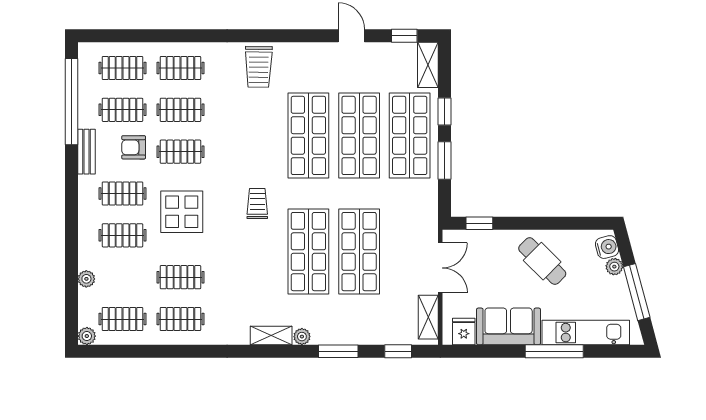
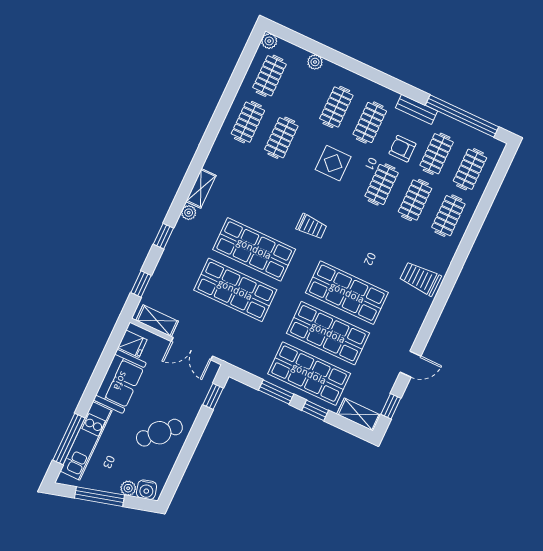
armchair: (134, 147) -> (402, 149), turned -90
display table: (182, 212) -> (333, 163), width x0.73, depth x0.73
window: (338, 351) -> (163, 236), width x0.67
window: (554, 351) -> (69, 439), moved

